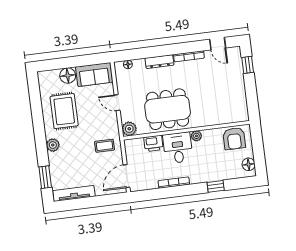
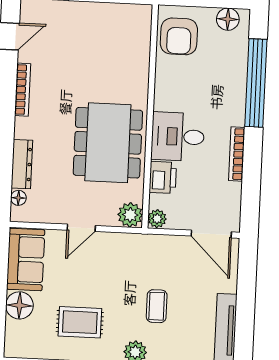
dresser: (159, 62) -> (22, 164), moved
rug: (64, 111) -> (80, 322), width x0.73, depth x0.70
plant: (196, 136) -> (157, 219), moved
armchair: (234, 139) -> (179, 36), turned 90
coffee table: (105, 146) -> (157, 306), moved
window: (216, 186) -> (256, 83), width x3.17

